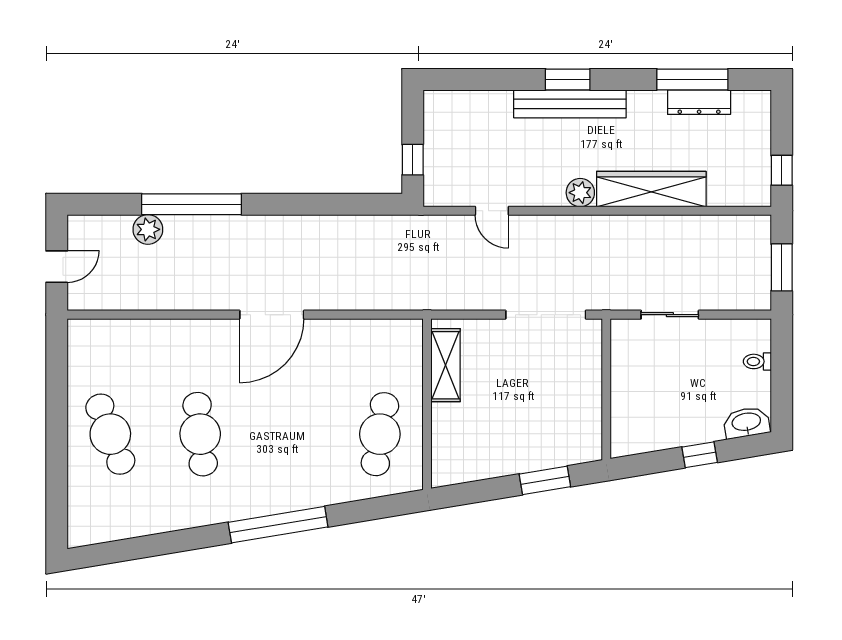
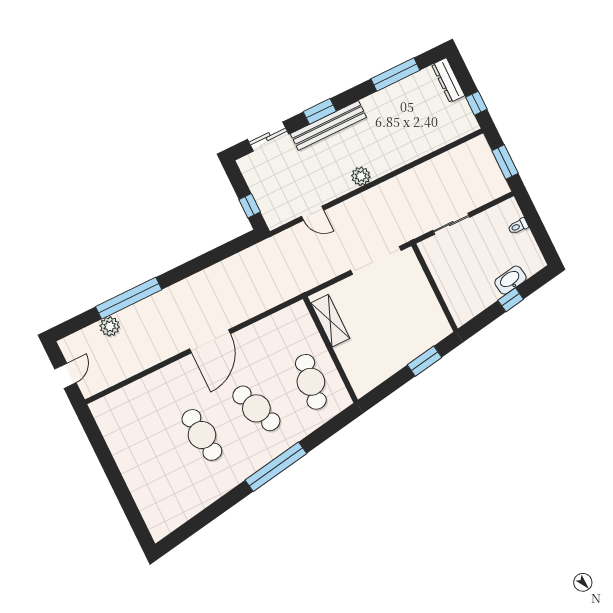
sliding door: (482, 79) -> (268, 137), added
dresser: (699, 102) -> (448, 80), moved, turned 90
wardrobe: (651, 189) -> (403, 153), removed
washbasin: (746, 423) -> (510, 280), moved
cafe table: (110, 434) -> (256, 408), moved

